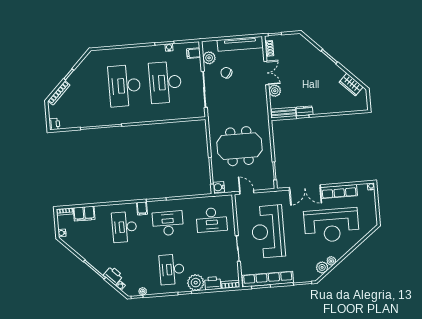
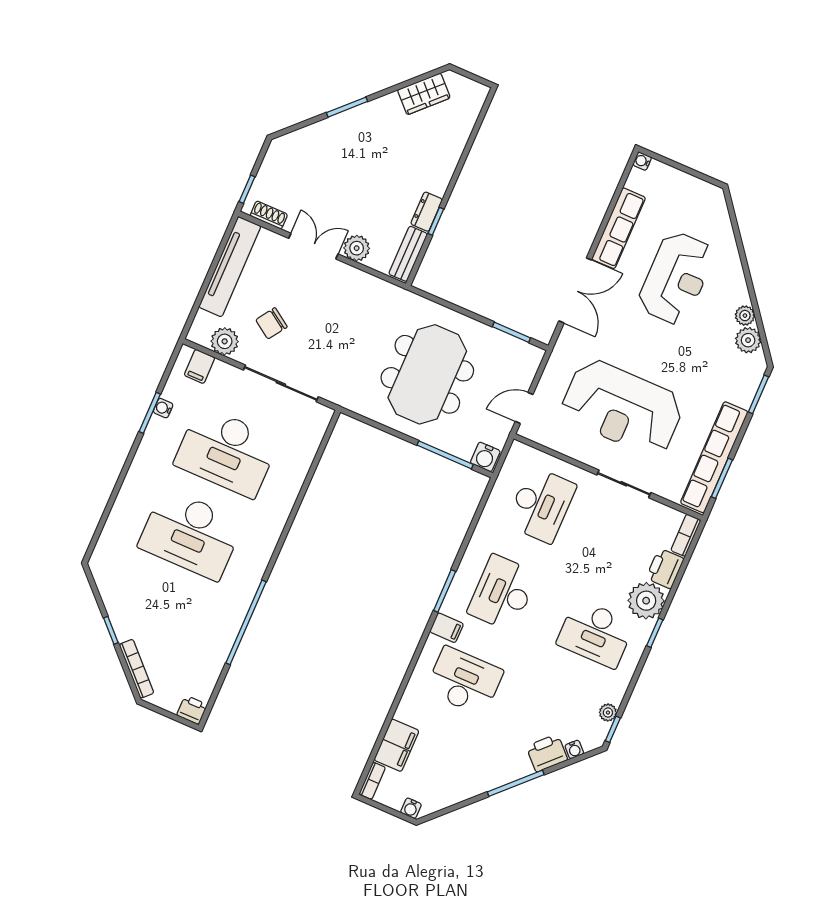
reception desk: (331, 225) -> (676, 278), width x0.74, depth x0.77
desk: (124, 227) -> (464, 681), turned 180

